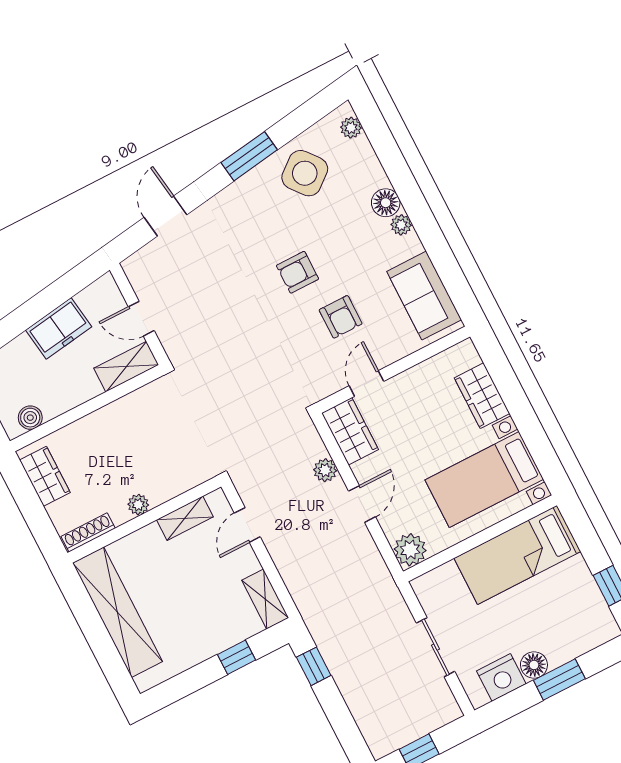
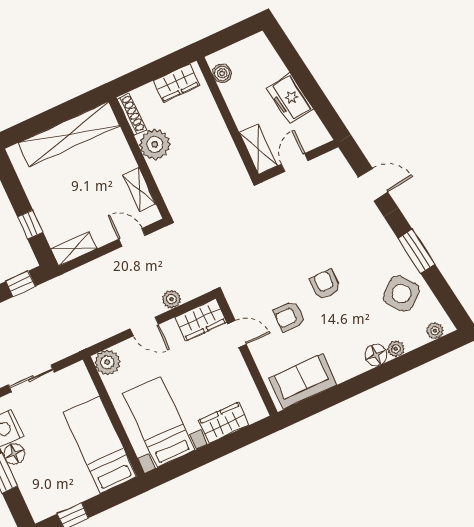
plant: (401, 225) -> (396, 349), moved
plant: (138, 505) -> (155, 144), width x1.87, depth x1.87

